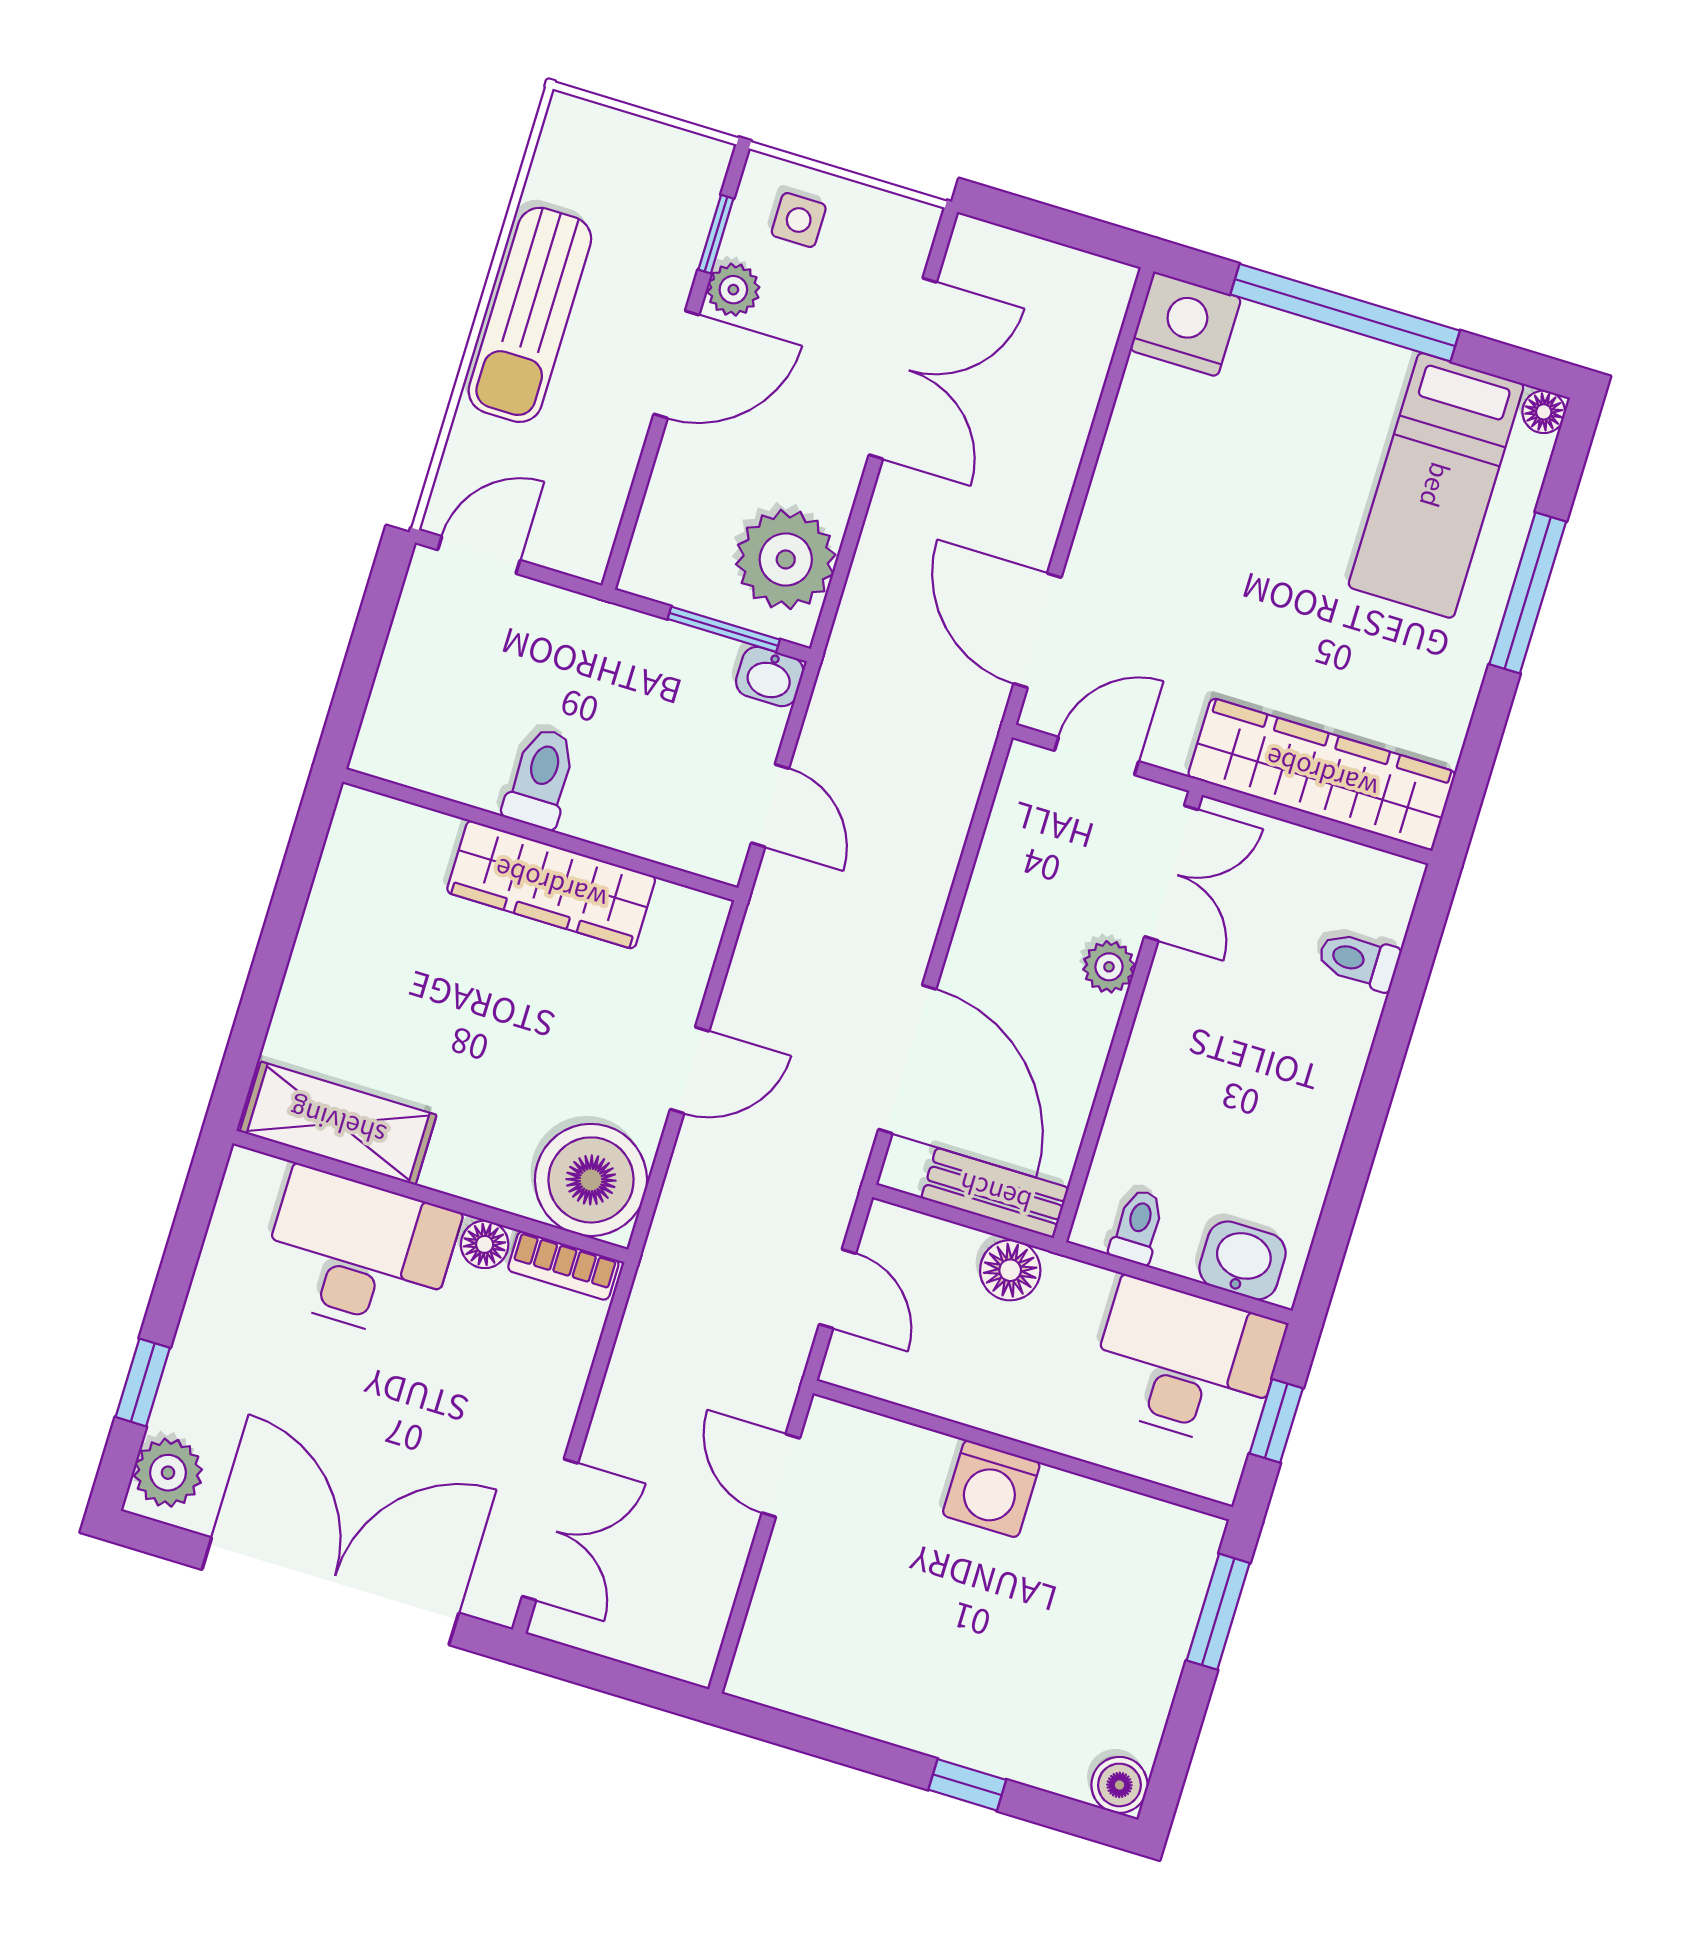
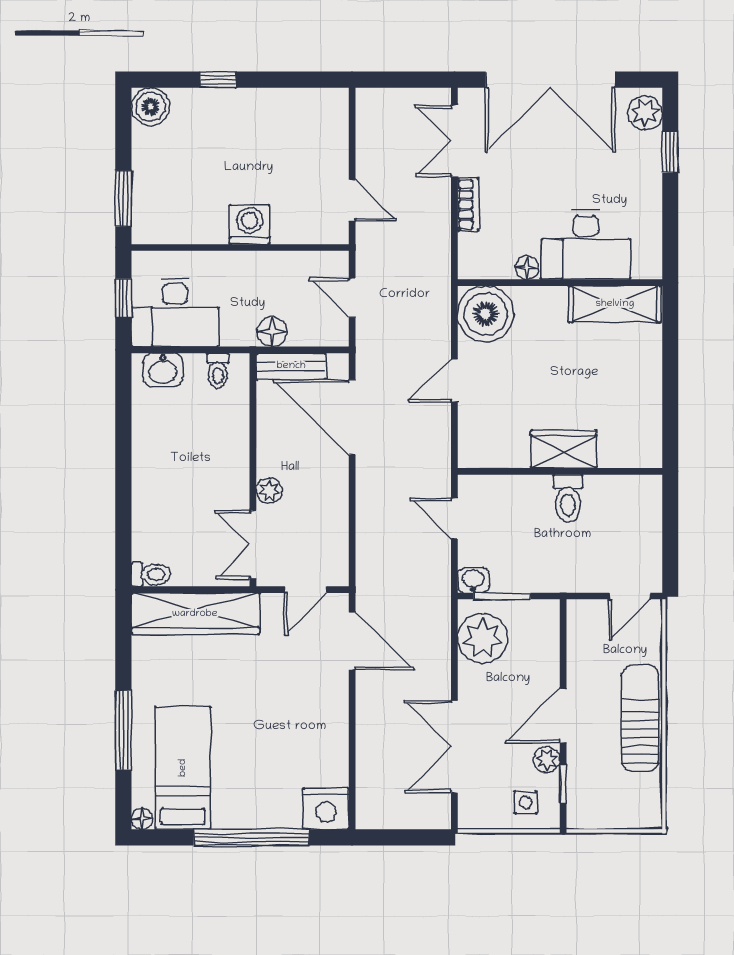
wardrobe: (551, 885) -> (564, 449), width x0.67
toilet: (1359, 960) -> (151, 575), moved
bookcase: (563, 1266) -> (468, 205), moved, turned 90
boiler: (1119, 1785) -> (151, 107), width x1.36, depth x1.36

